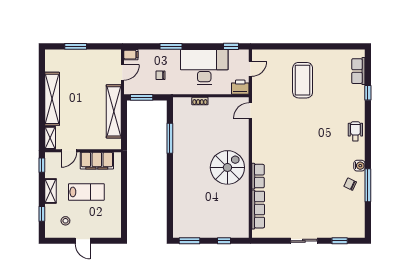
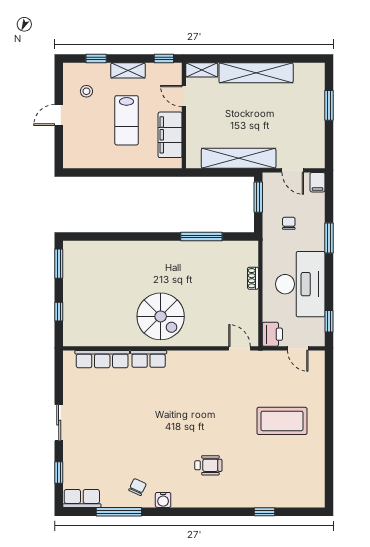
row of seats: (358, 71) -> (82, 498), moved
wheelchair: (355, 131) -> (208, 465), moved
window: (368, 185) -> (119, 512), moved

